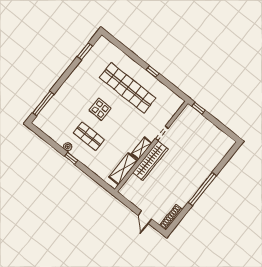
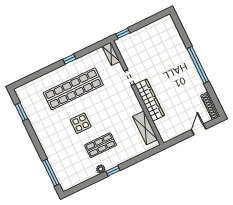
shelving: (142, 148) -> (111, 54), moved
door: (145, 217) -> (199, 129), swing flipped

